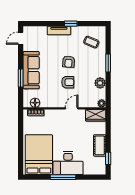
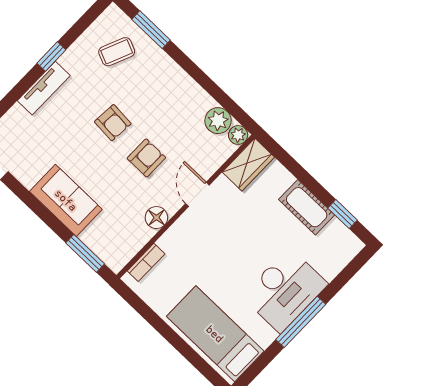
window: (108, 63) -> (151, 30), moved
sofa: (31, 70) -> (66, 200), width x0.73
window: (21, 78) -> (85, 253), moved
plant: (100, 83) -> (218, 121), moved
floor lamp: (35, 103) -> (156, 218), moved
bed: (39, 155) -> (215, 334), width x0.67

